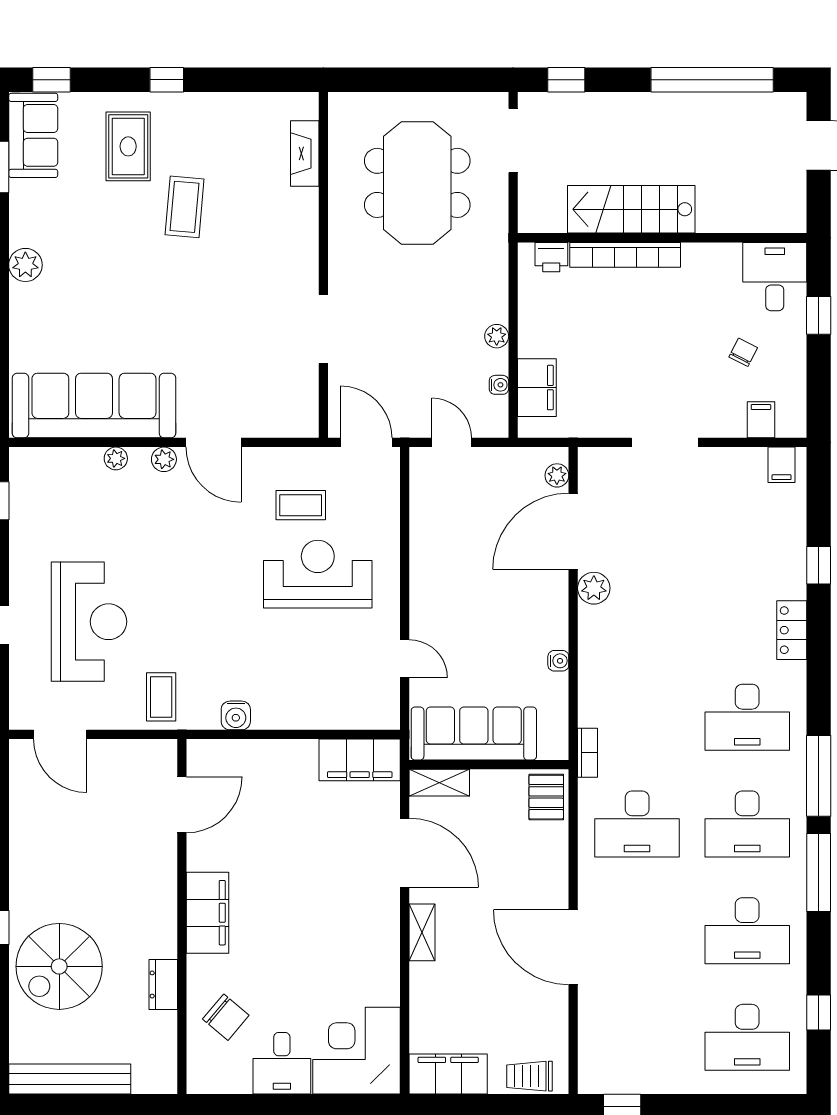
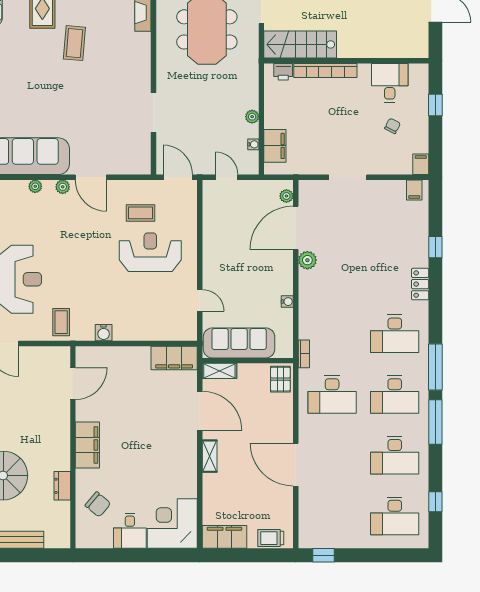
stairs: (631, 209) -> (300, 44), moved
desk: (775, 277) -> (390, 83), moved
filing cabinet: (761, 420) -> (421, 164), moved

